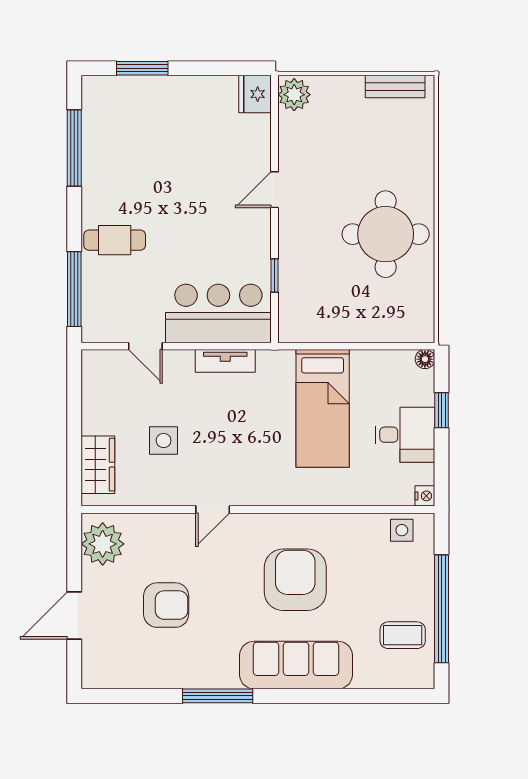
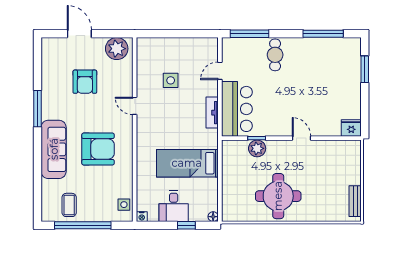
plant: (294, 95) -> (257, 148), moved
wardrobe: (98, 465) -> (158, 46), removed

